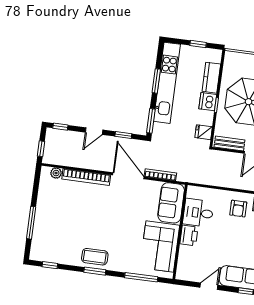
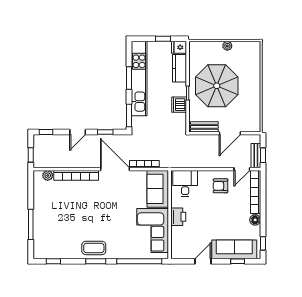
dishwasher: (208, 102) -> (179, 105), moved
fridge: (204, 132) -> (179, 47), moved
armchair: (238, 209) -> (220, 186), turned 90
desk: (198, 213) -> (185, 184), moved, turned 90
window: (141, 277) -> (139, 261), width x1.46

